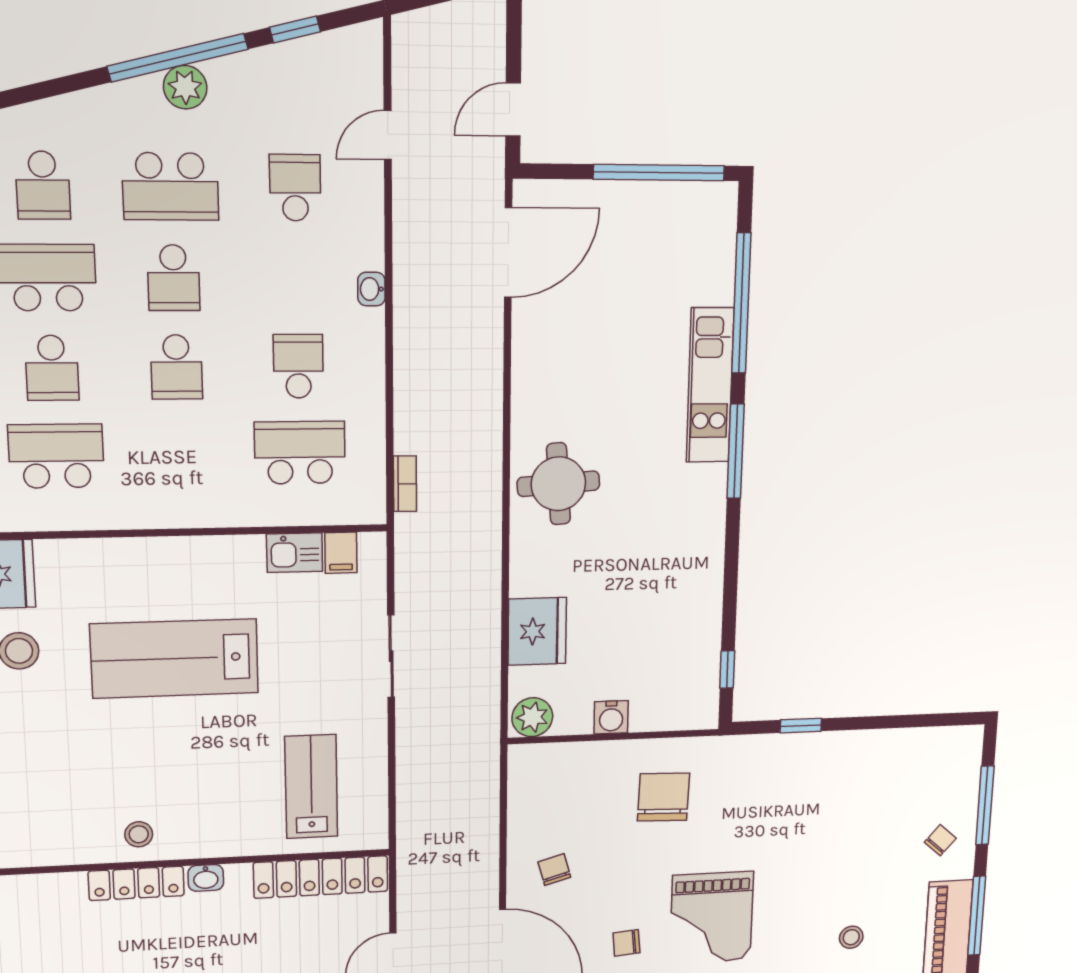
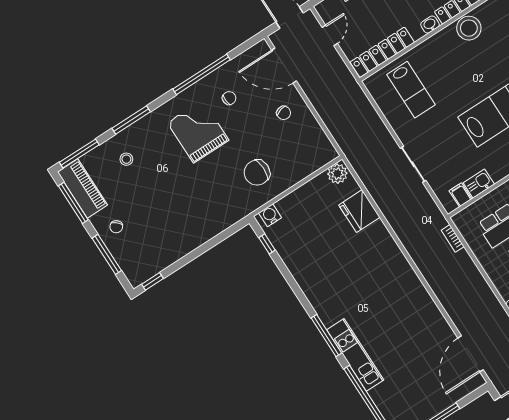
round table: (558, 484) -> (391, 277), removed
water cooler: (611, 717) -> (270, 215), moved
window: (801, 726) -> (153, 281), moved
chair: (664, 797) -> (257, 173), turned 88
stool: (139, 834) -> (469, 28), width x1.89, depth x1.89

